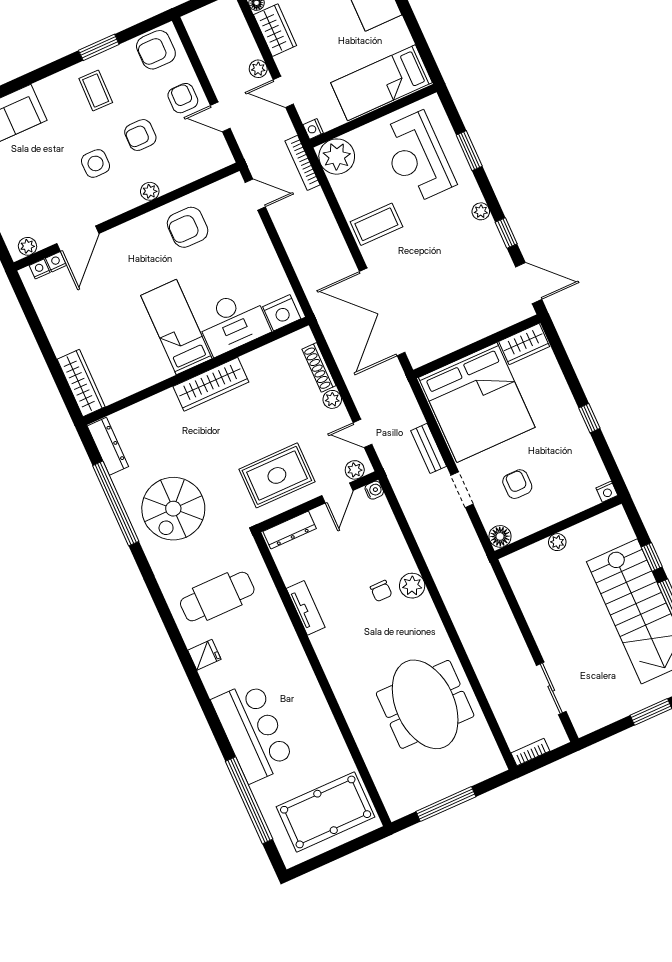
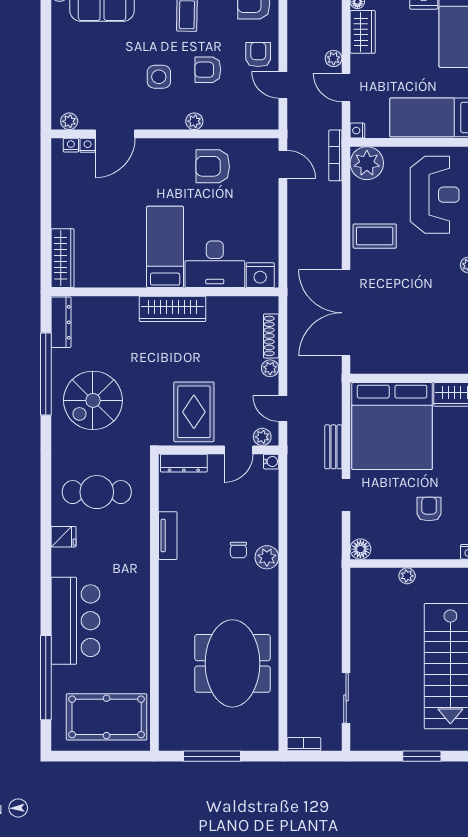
reception desk: (417, 158) -> (435, 195), turned 180
rug: (277, 475) -> (194, 412), turned 90
armchair: (517, 484) -> (429, 509), moved

